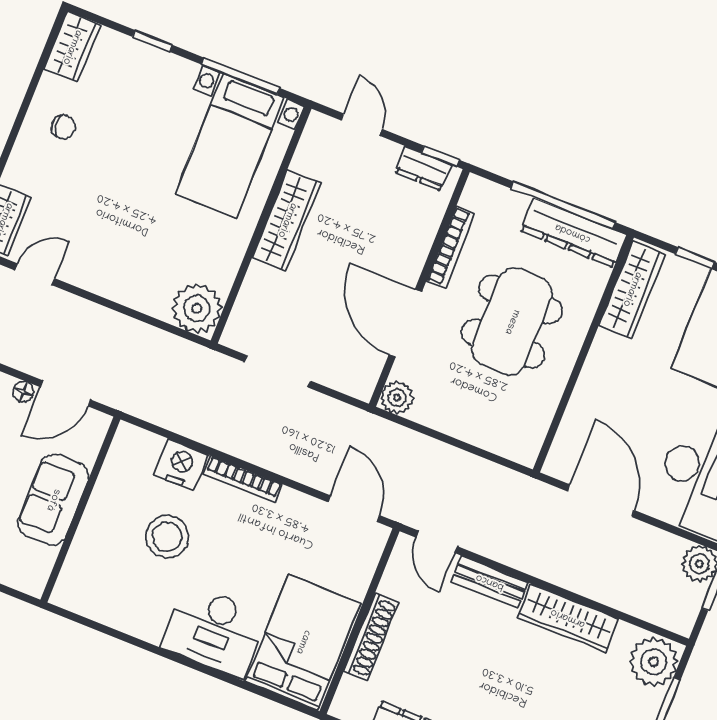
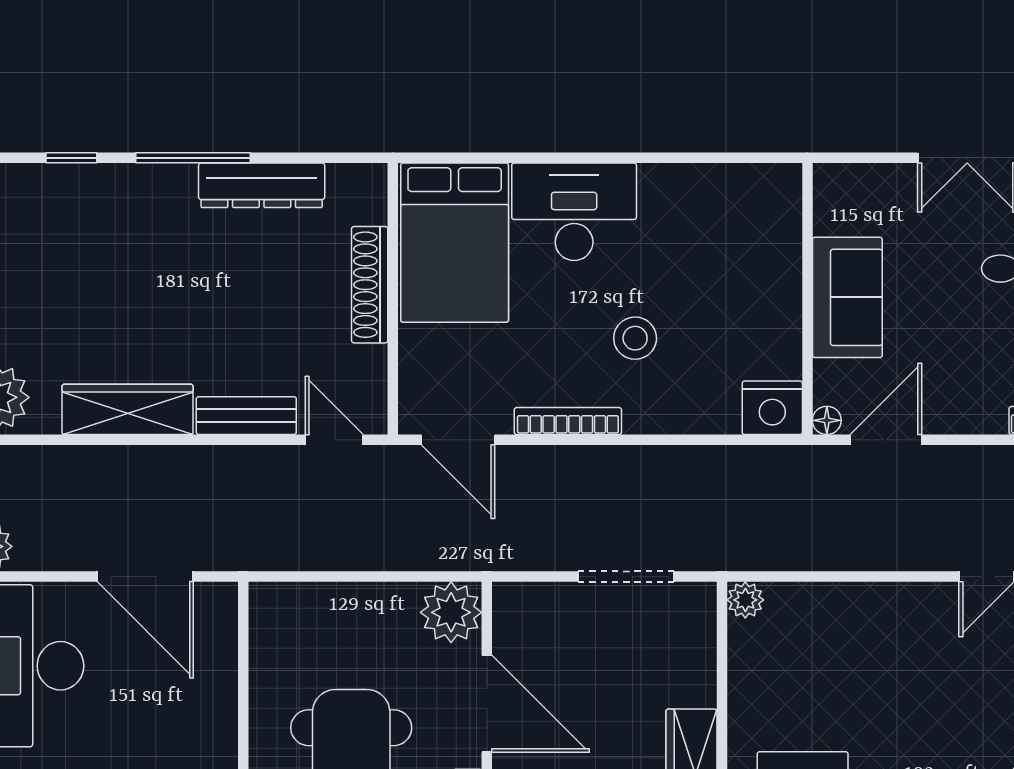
plant: (197, 308) -> (745, 600), width x0.53, depth x0.53
floor lamp: (23, 392) -> (827, 420), moved
plant: (397, 398) -> (451, 612), width x1.36, depth x1.36
nightstand: (181, 465) -> (772, 408), moved
bookcase: (243, 479) -> (568, 421), moved
stool: (167, 537) -> (635, 338), moved, width x0.73, depth x0.73

